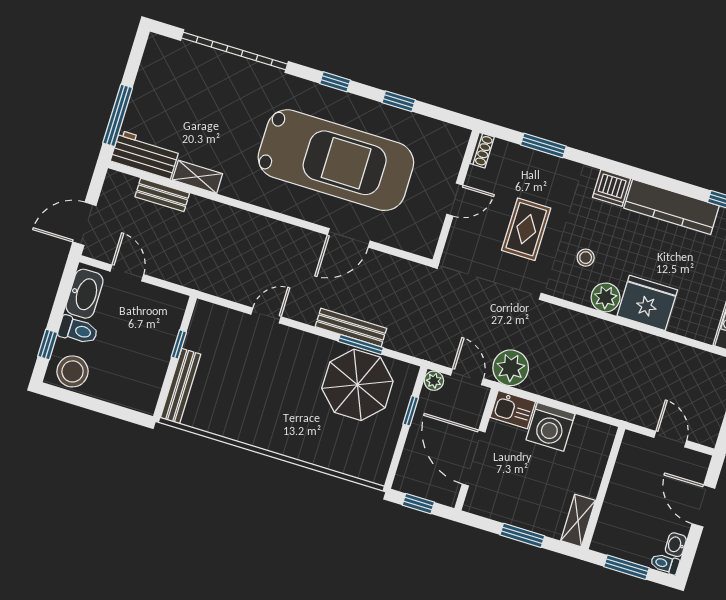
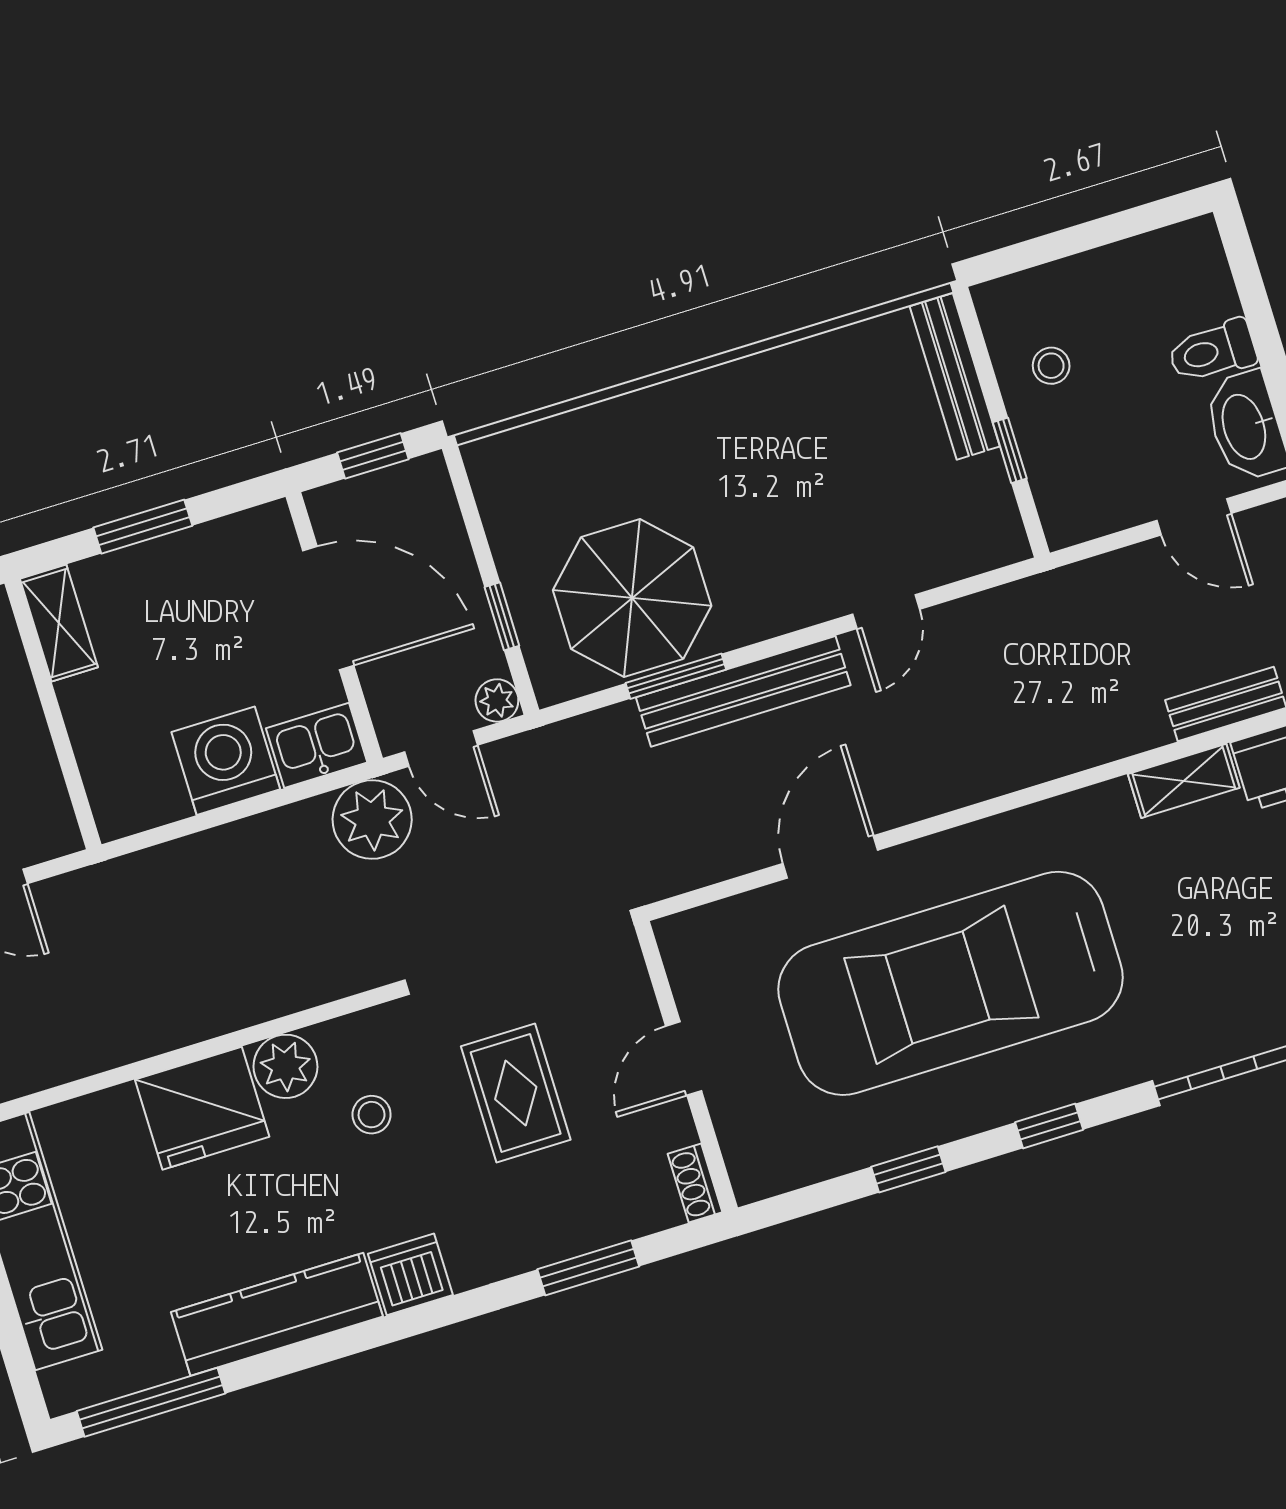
bench: (351, 327) -> (743, 691), width x1.37, depth x1.21
window: (48, 344) -> (1250, 287), removed
stool: (73, 371) -> (1051, 366), moved, width x0.53, depth x0.53

